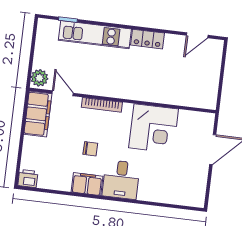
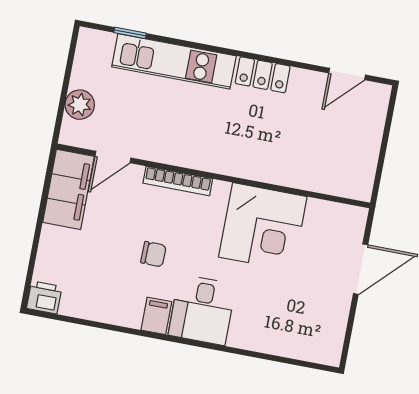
plant: (39, 78) -> (80, 105), moved
door: (63, 93) -> (113, 157), swing flipped
filing cabinet: (87, 184) -> (156, 316), width x0.50

